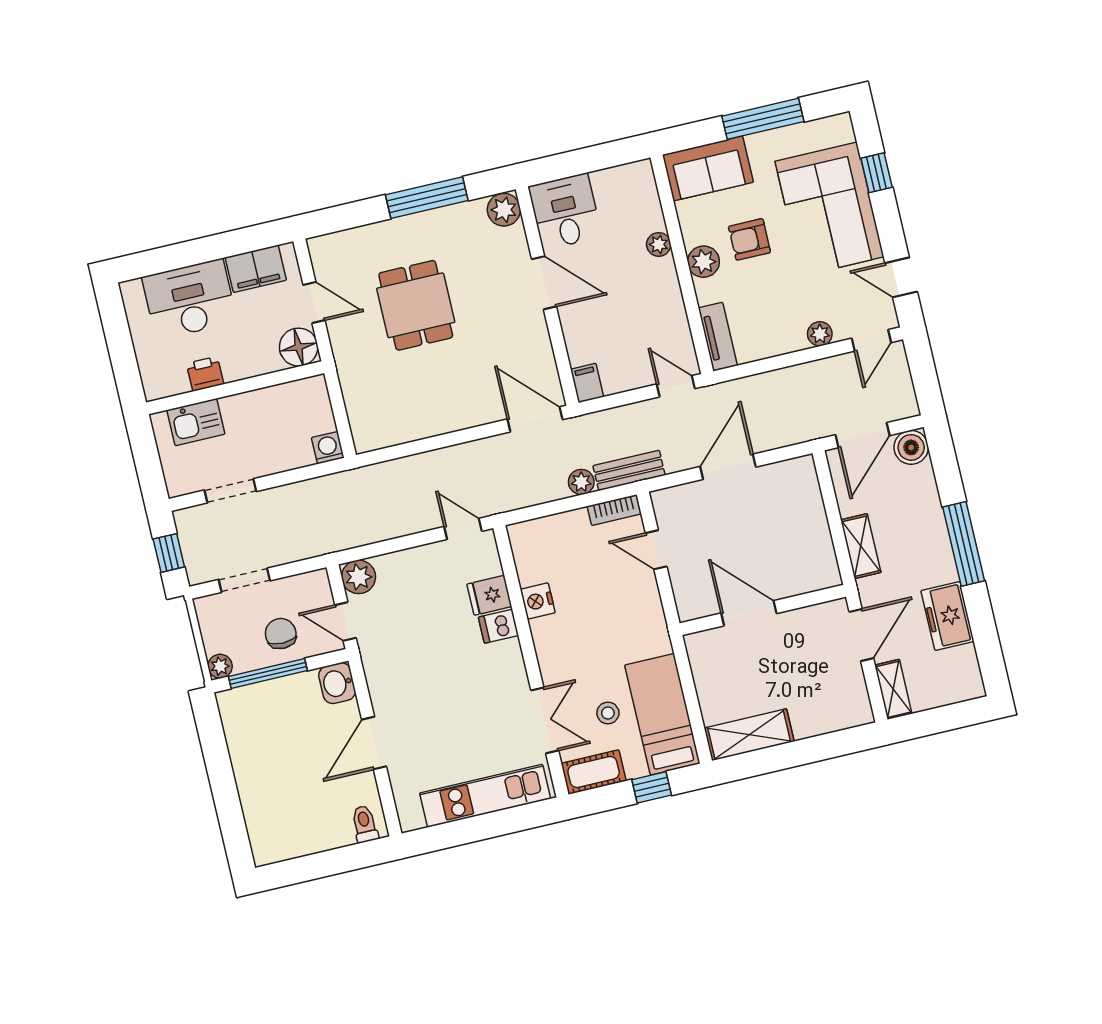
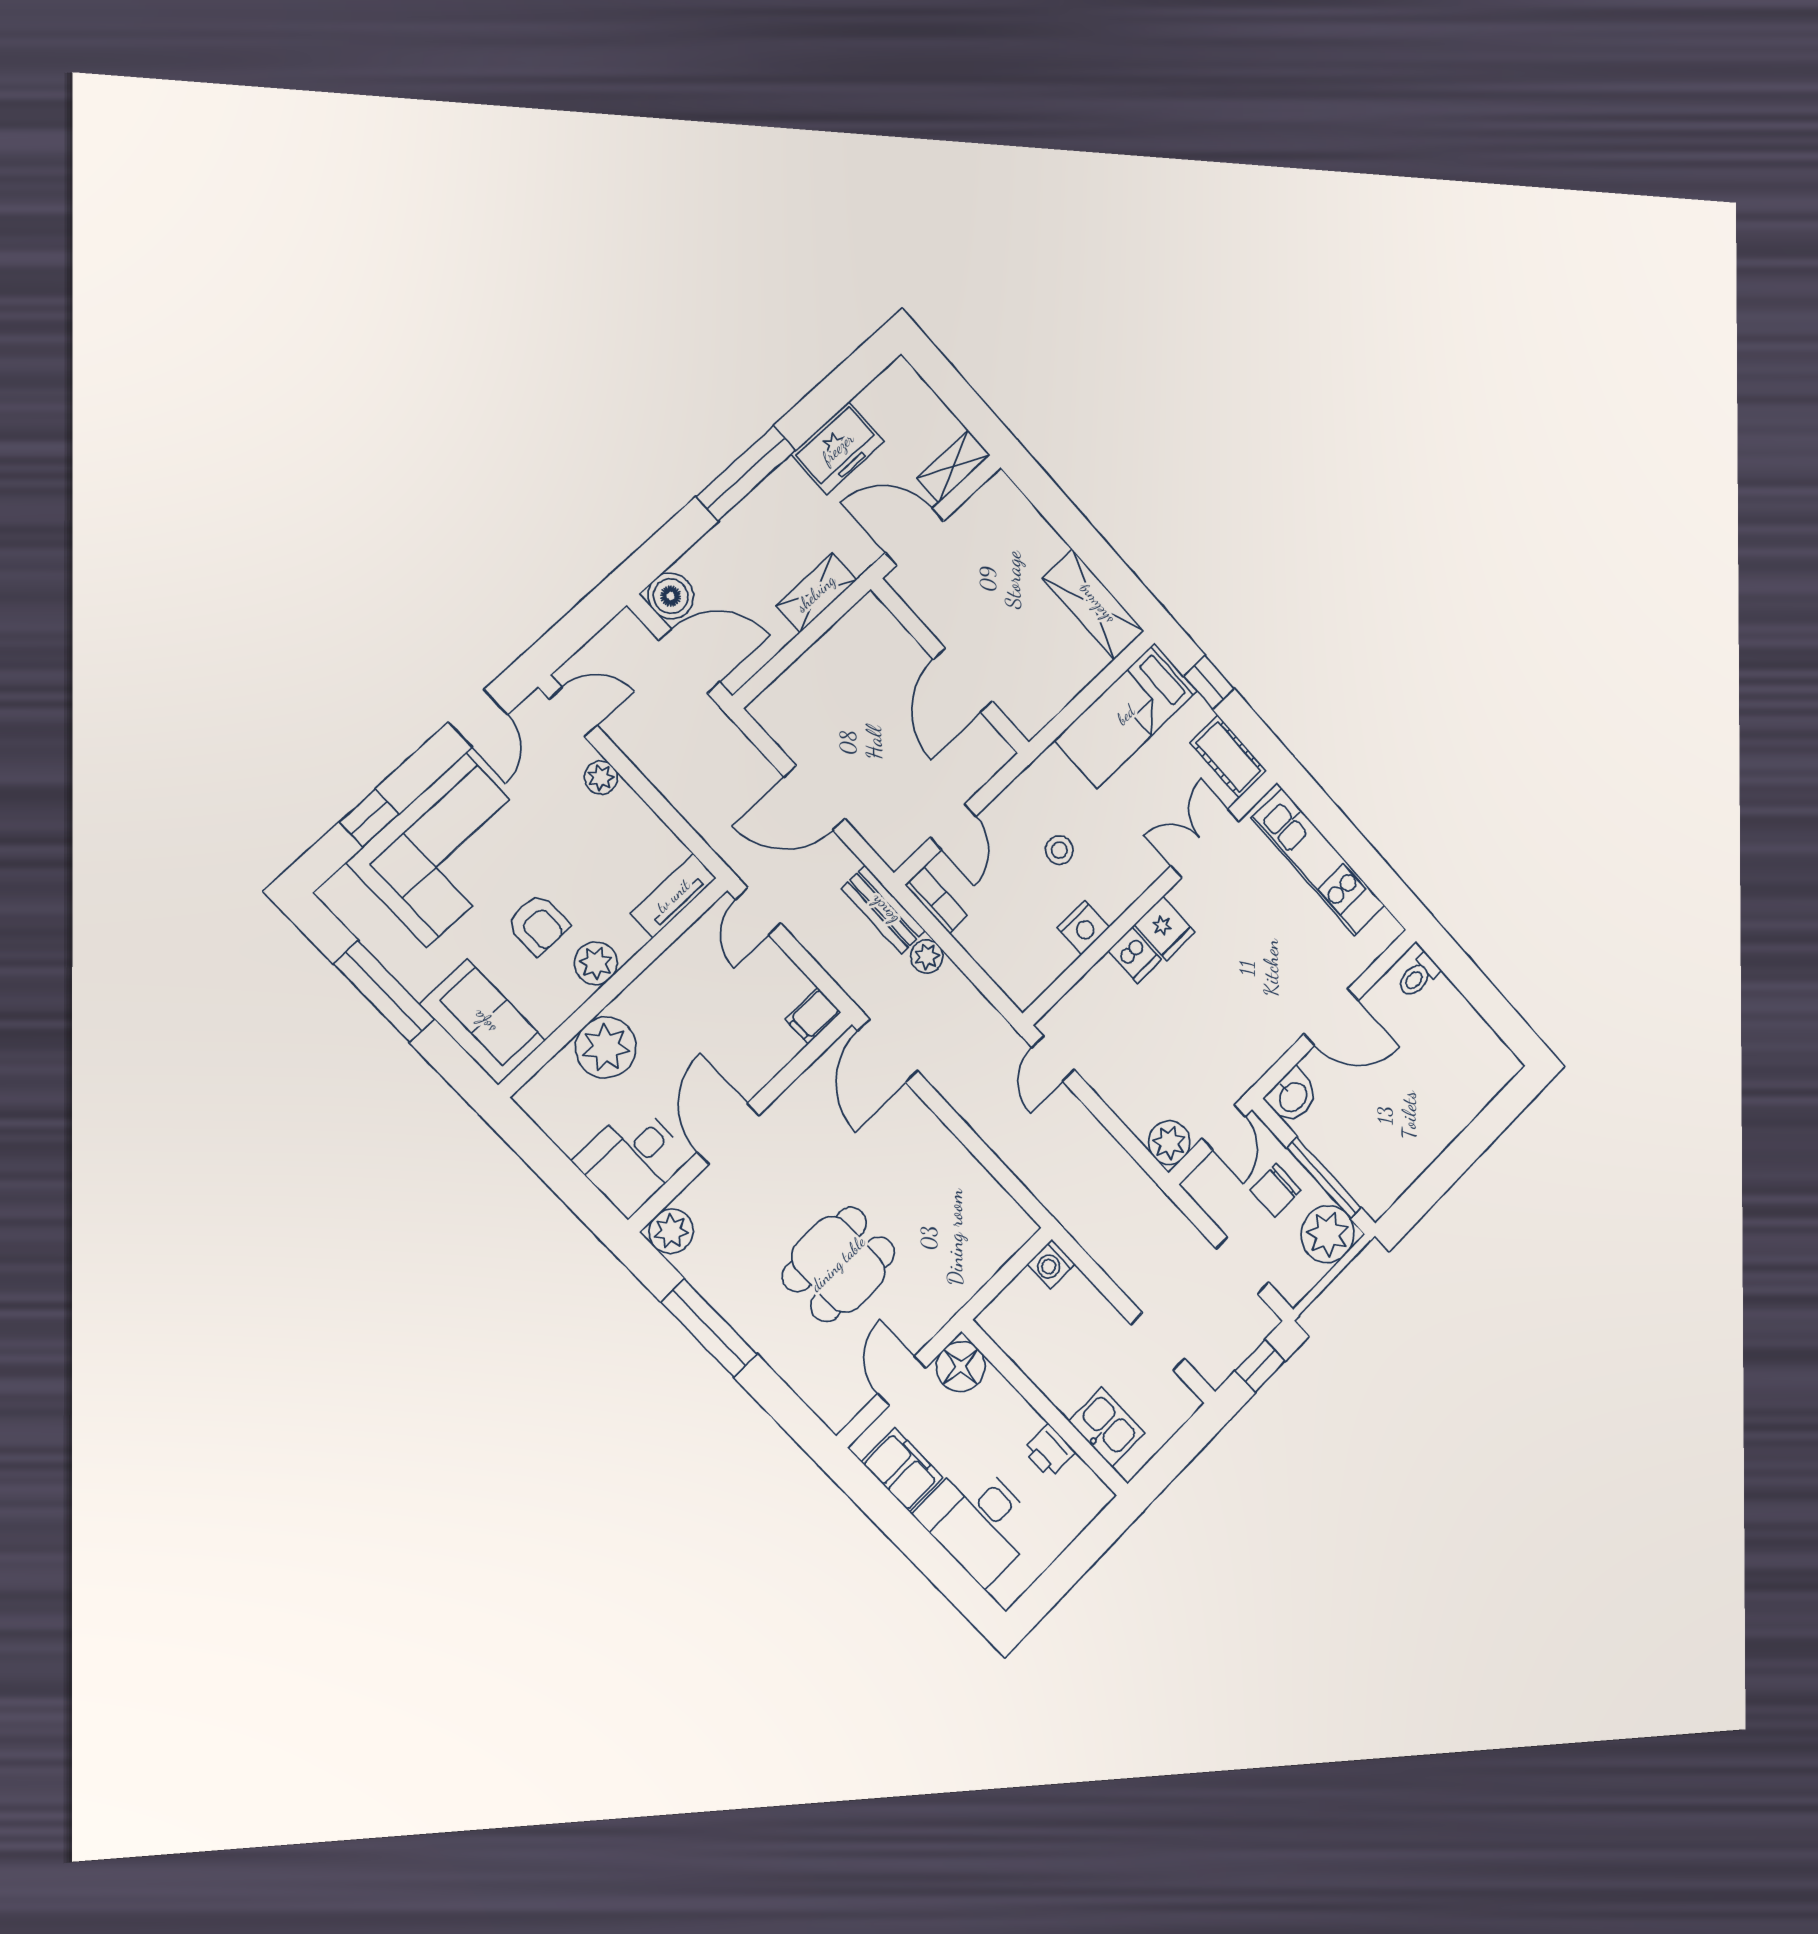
plant: (659, 244) -> (606, 1048), width x1.88, depth x1.88
fridge: (489, 595) -> (1165, 928), moved
plant: (220, 666) -> (1328, 1234), width x1.87, depth x1.87
stool: (608, 713) -> (1059, 850), moved

